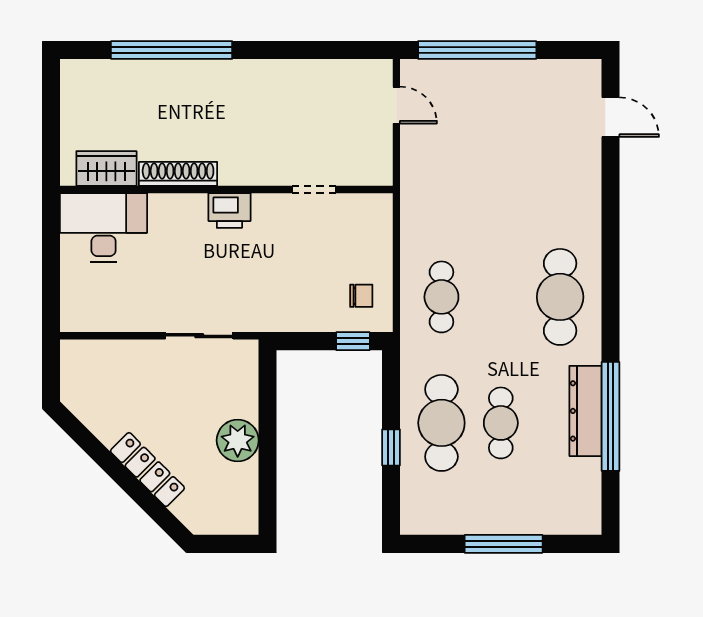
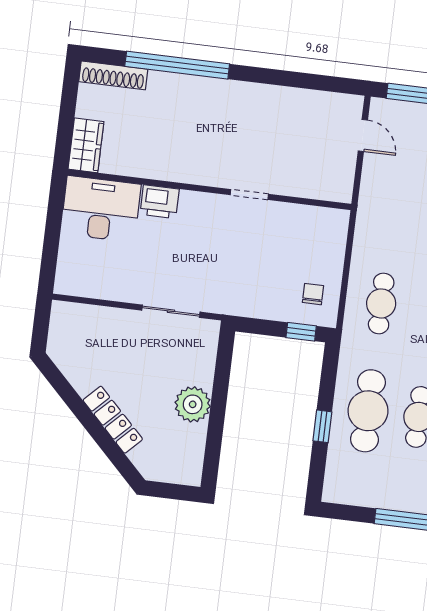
wardrobe: (106, 169) -> (86, 145), moved, turned 90
shoe rack: (178, 174) -> (113, 75), moved, turned 180
doorway: (314, 190) -> (249, 195), moved
printer: (229, 211) -> (160, 202), moved
chair: (361, 296) -> (313, 294), turned -90

